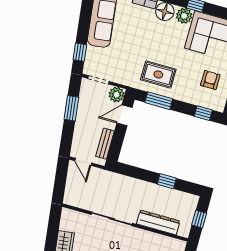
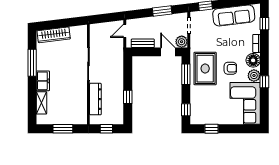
rug: (158, 74) -> (205, 69), width x1.36, depth x1.43
armchair: (210, 80) -> (230, 68), moved

